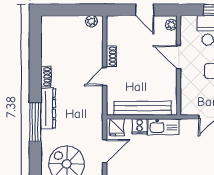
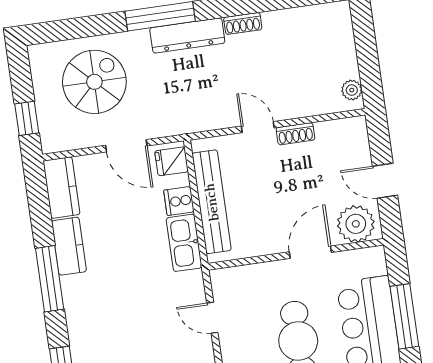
door: (145, 10) -> (385, 181), hinge flipped
plant: (171, 25) -> (356, 224), width x1.88, depth x1.88

